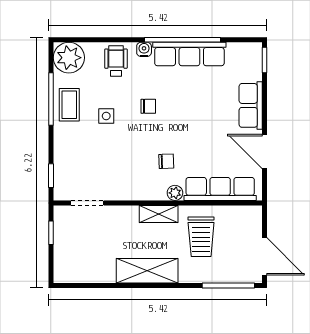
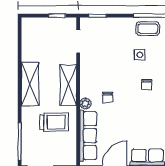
shelving: (159, 214) -> (68, 85), width x1.50, depth x1.33
trolley: (201, 237) -> (54, 122), turned 180

